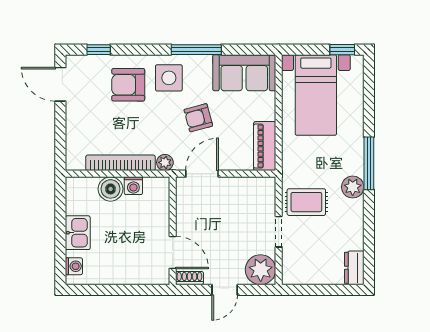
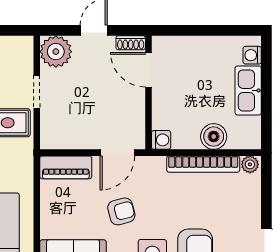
piano: (265, 146) -> (66, 167), moved, turned 90
plant: (165, 162) -> (250, 164), moved
washing machine: (133, 186) -> (161, 140), moved, turned 90
kitchen sink: (78, 233) -> (248, 90), width x1.38

